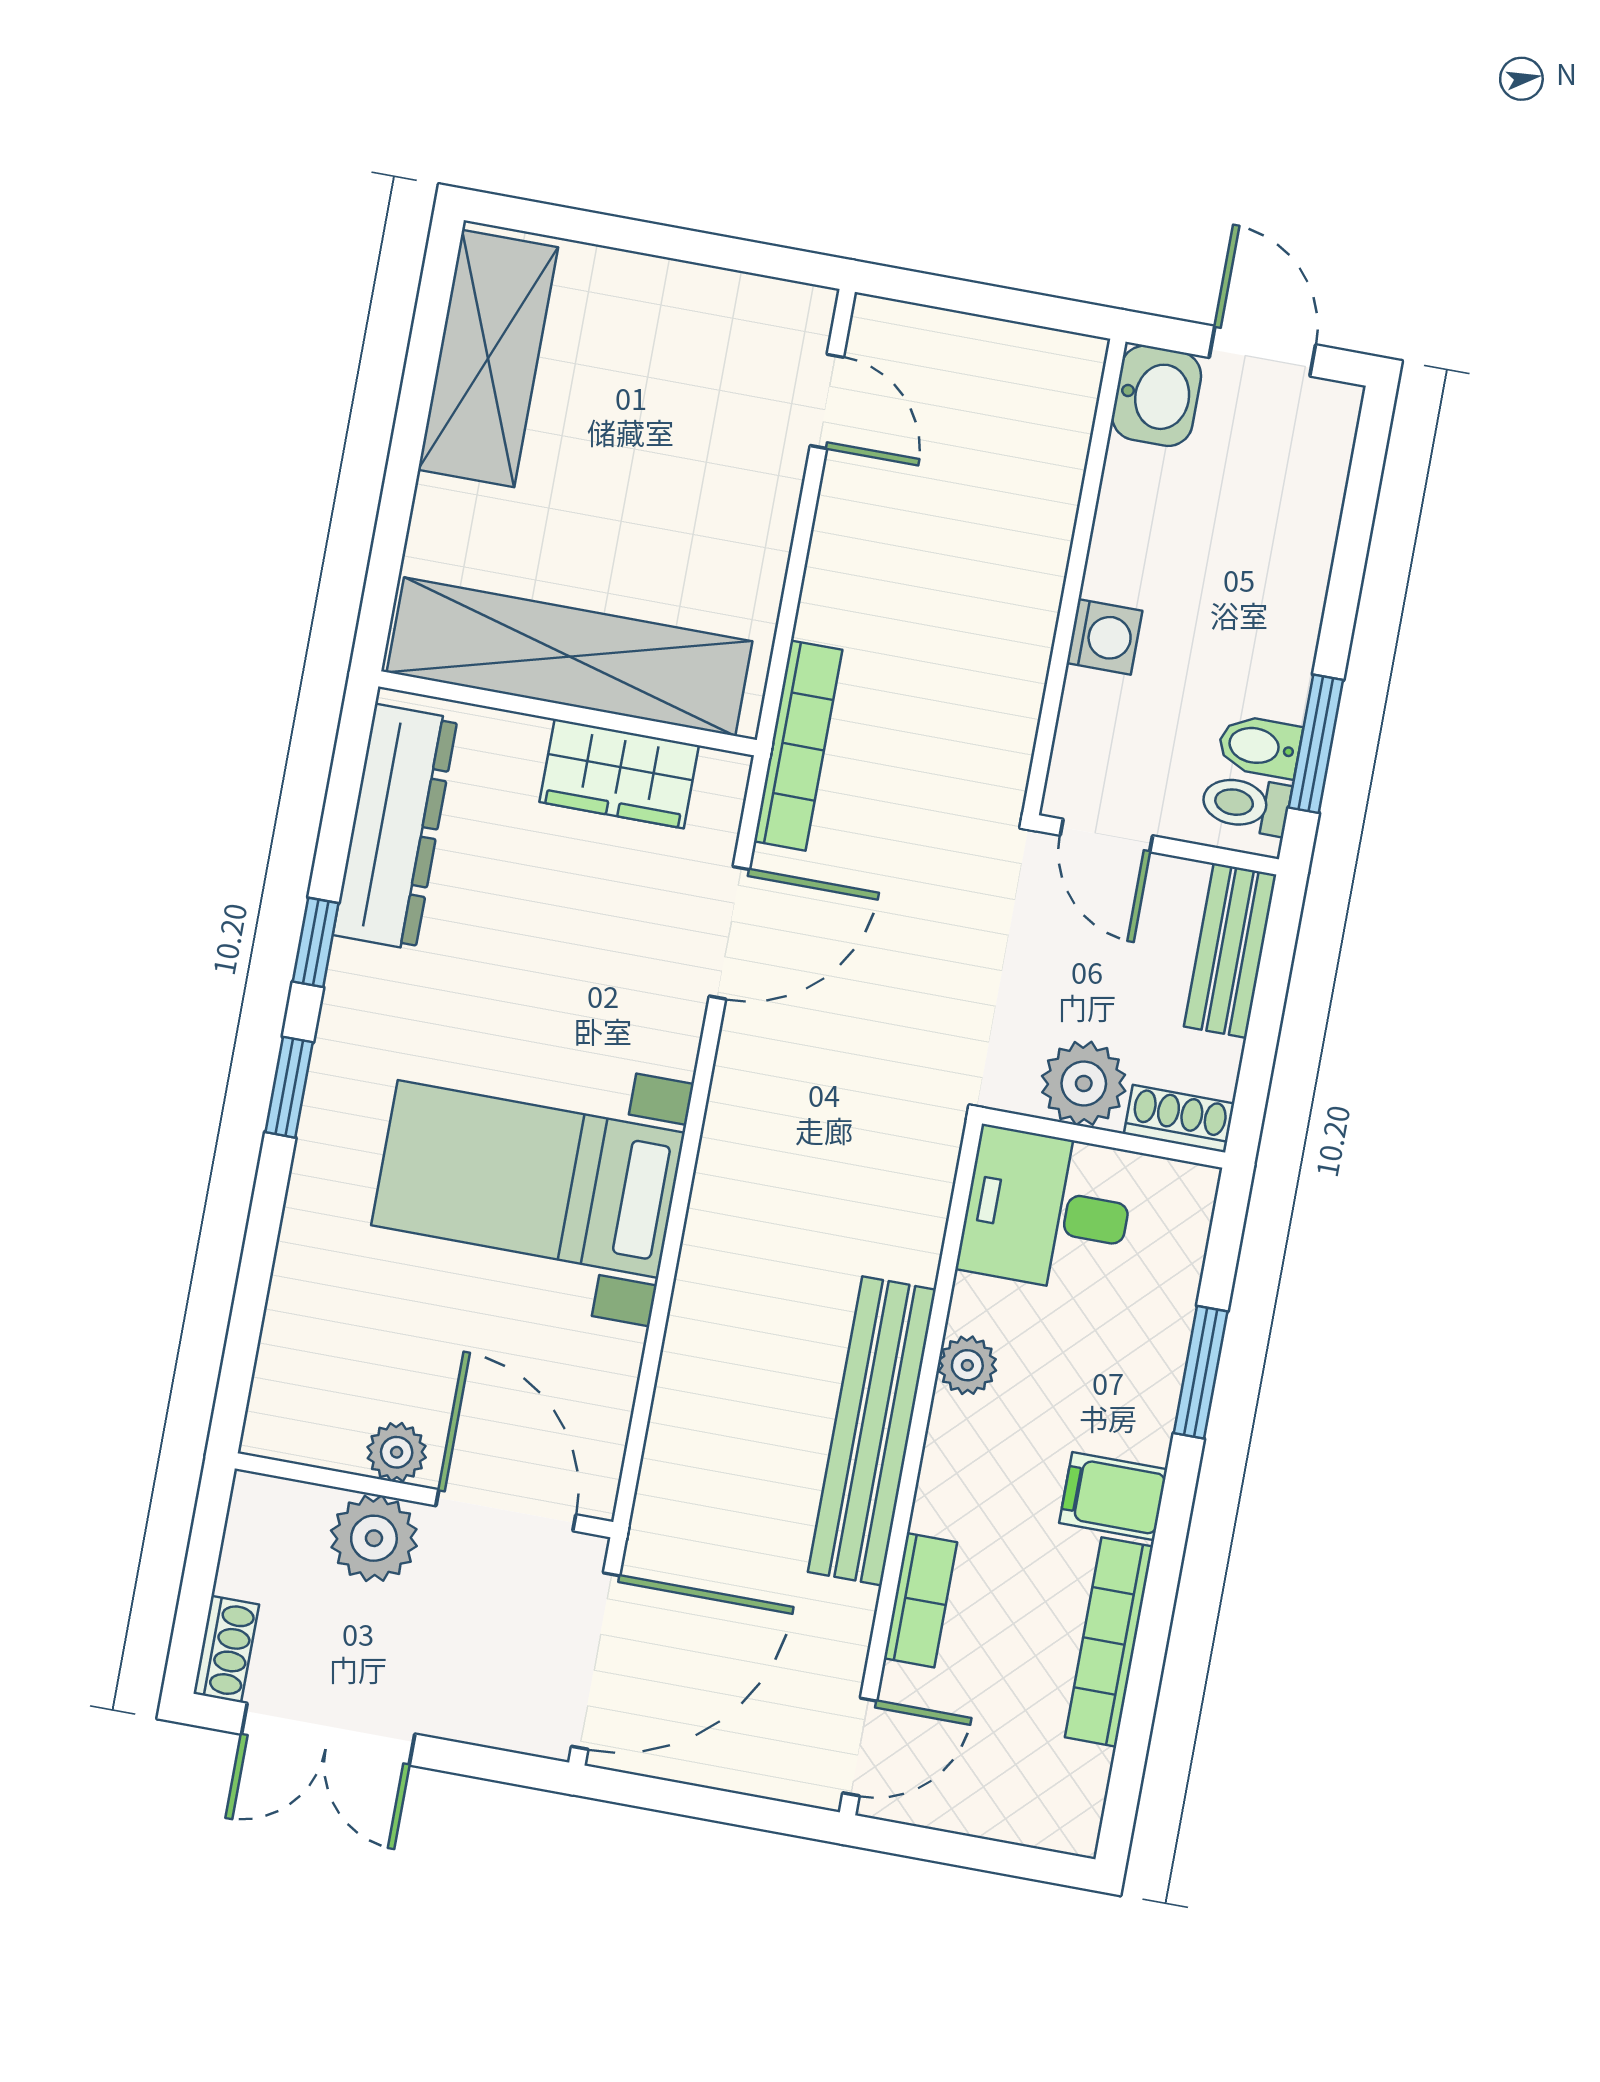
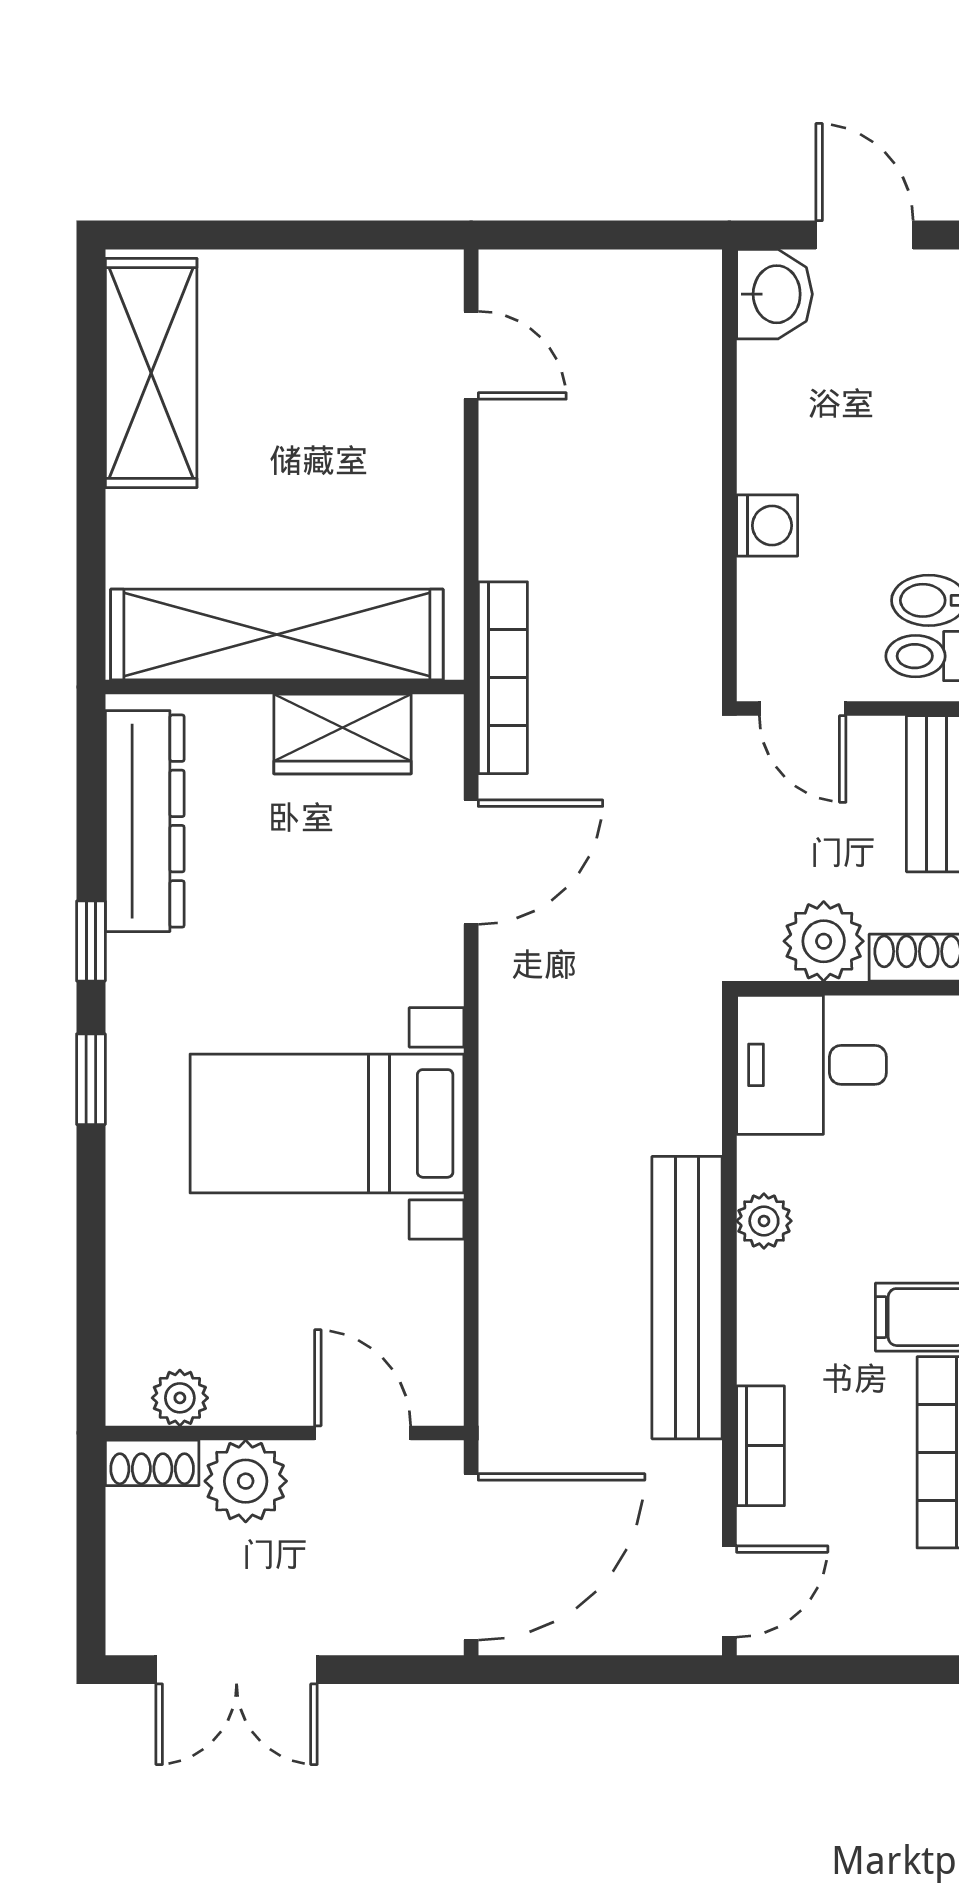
plant: (397, 1452) -> (180, 1398), moved
door: (506, 1510) -> (363, 1433), width x0.73
shoe rack: (226, 1649) -> (152, 1463), moved, turned 90

